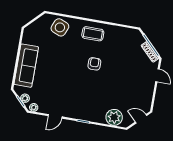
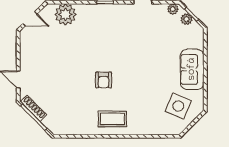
side table: (60, 27) -> (178, 106), moved
sofa: (26, 66) -> (192, 69), width x0.73

